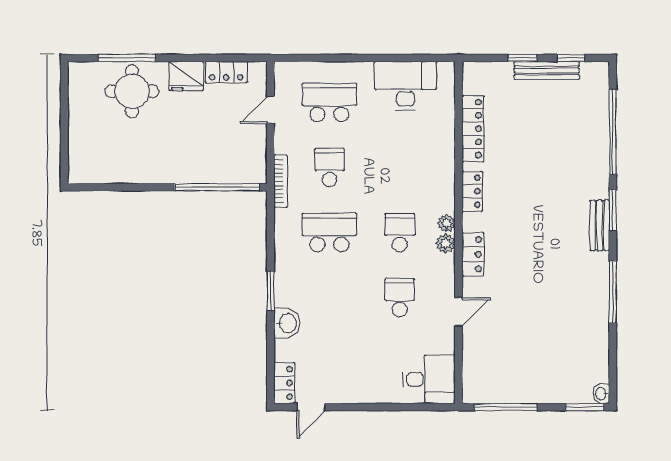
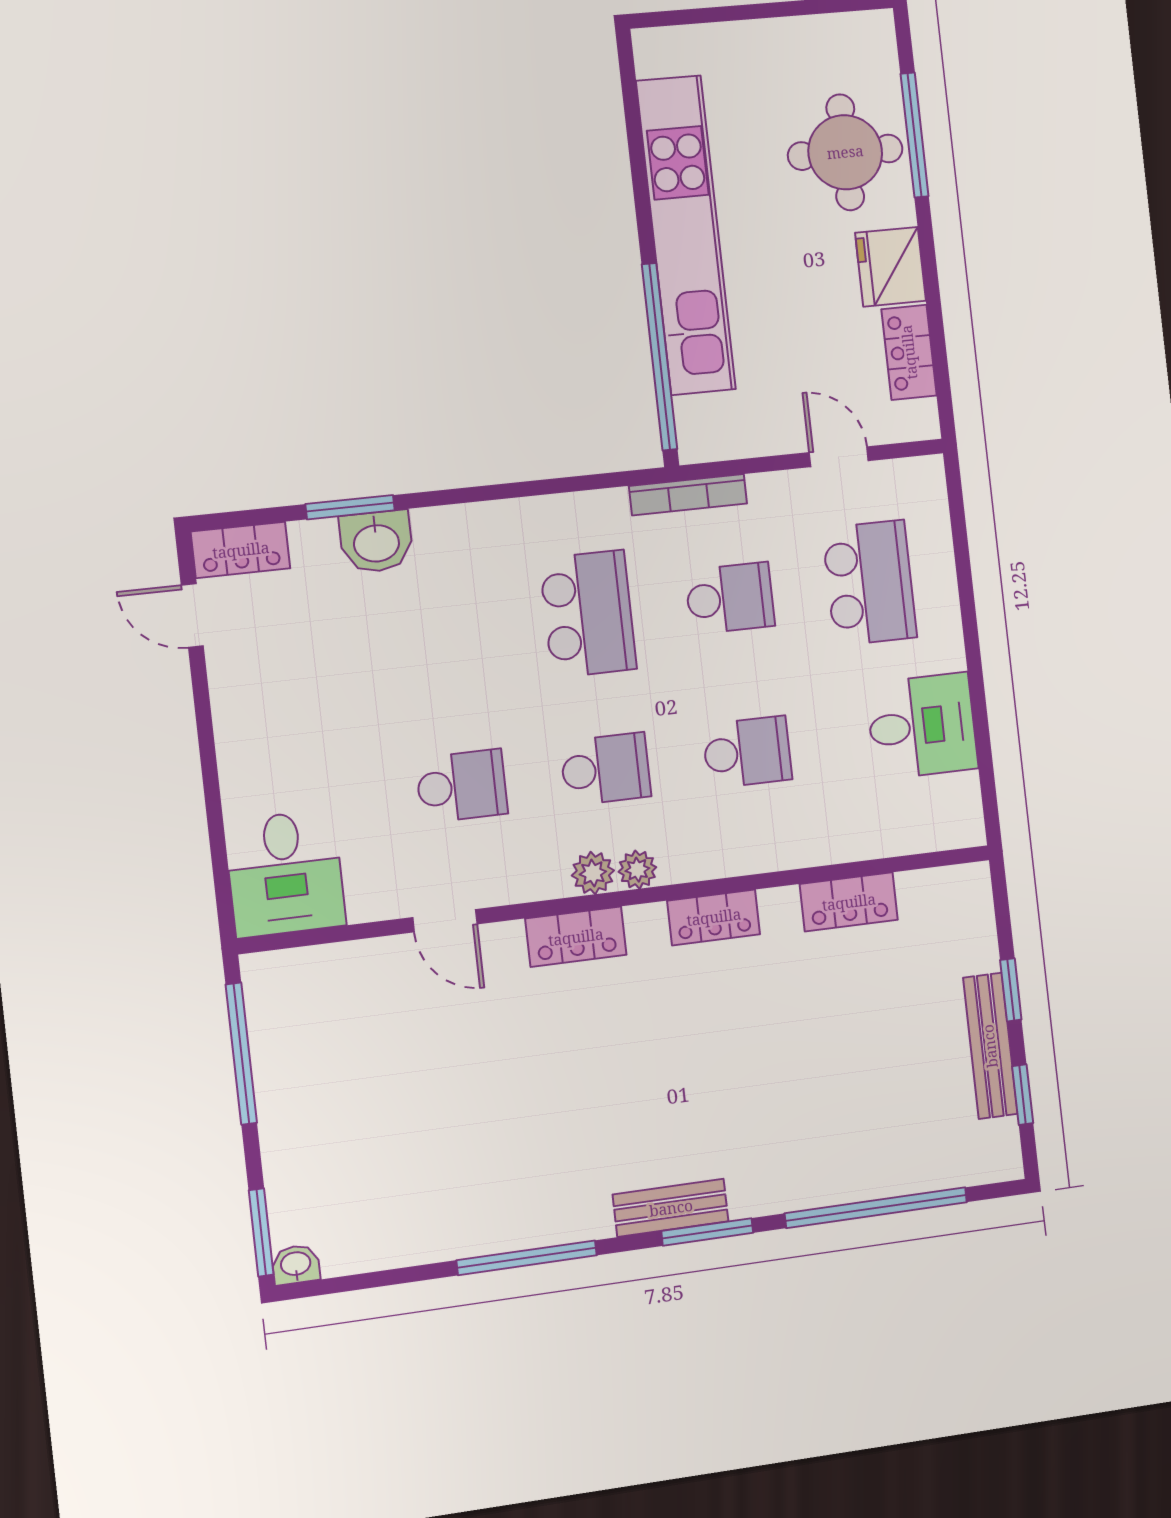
desk: (406, 86) -> (922, 726), width x0.73
locker: (473, 129) -> (849, 902), width x0.66
school desk: (400, 167) -> (747, 752), added
kitchen unit: (163, 169) -> (686, 235), added
window: (270, 291) -> (350, 507), moved

